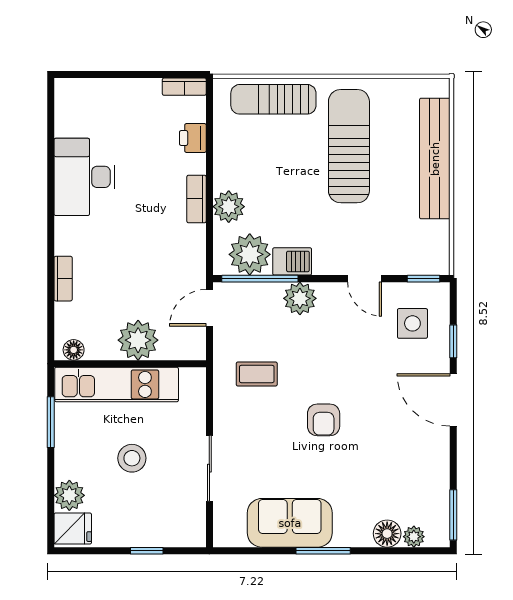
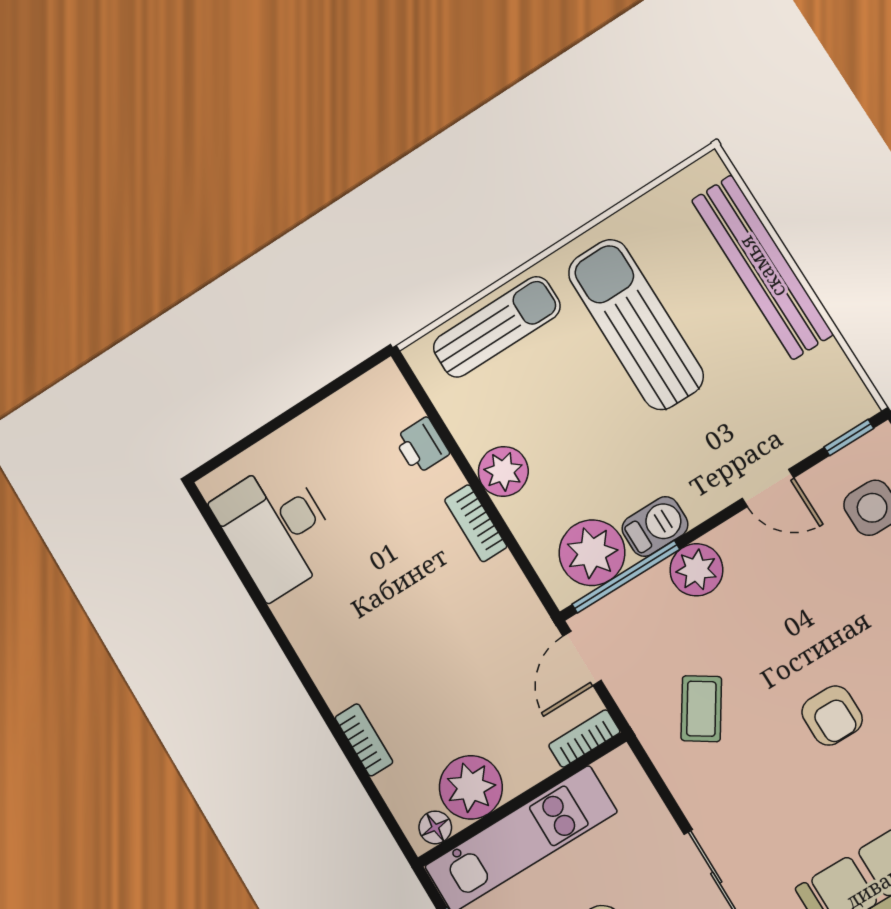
bookcase: (184, 87) -> (584, 739), moved, turned 180
sun lounger: (273, 99) -> (497, 327), turned 180
desk: (85, 177) -> (276, 529), moved
plant: (229, 207) -> (503, 471), moved
plant: (138, 340) -> (471, 787), moved
coffee table: (257, 374) -> (701, 709), turned -57

